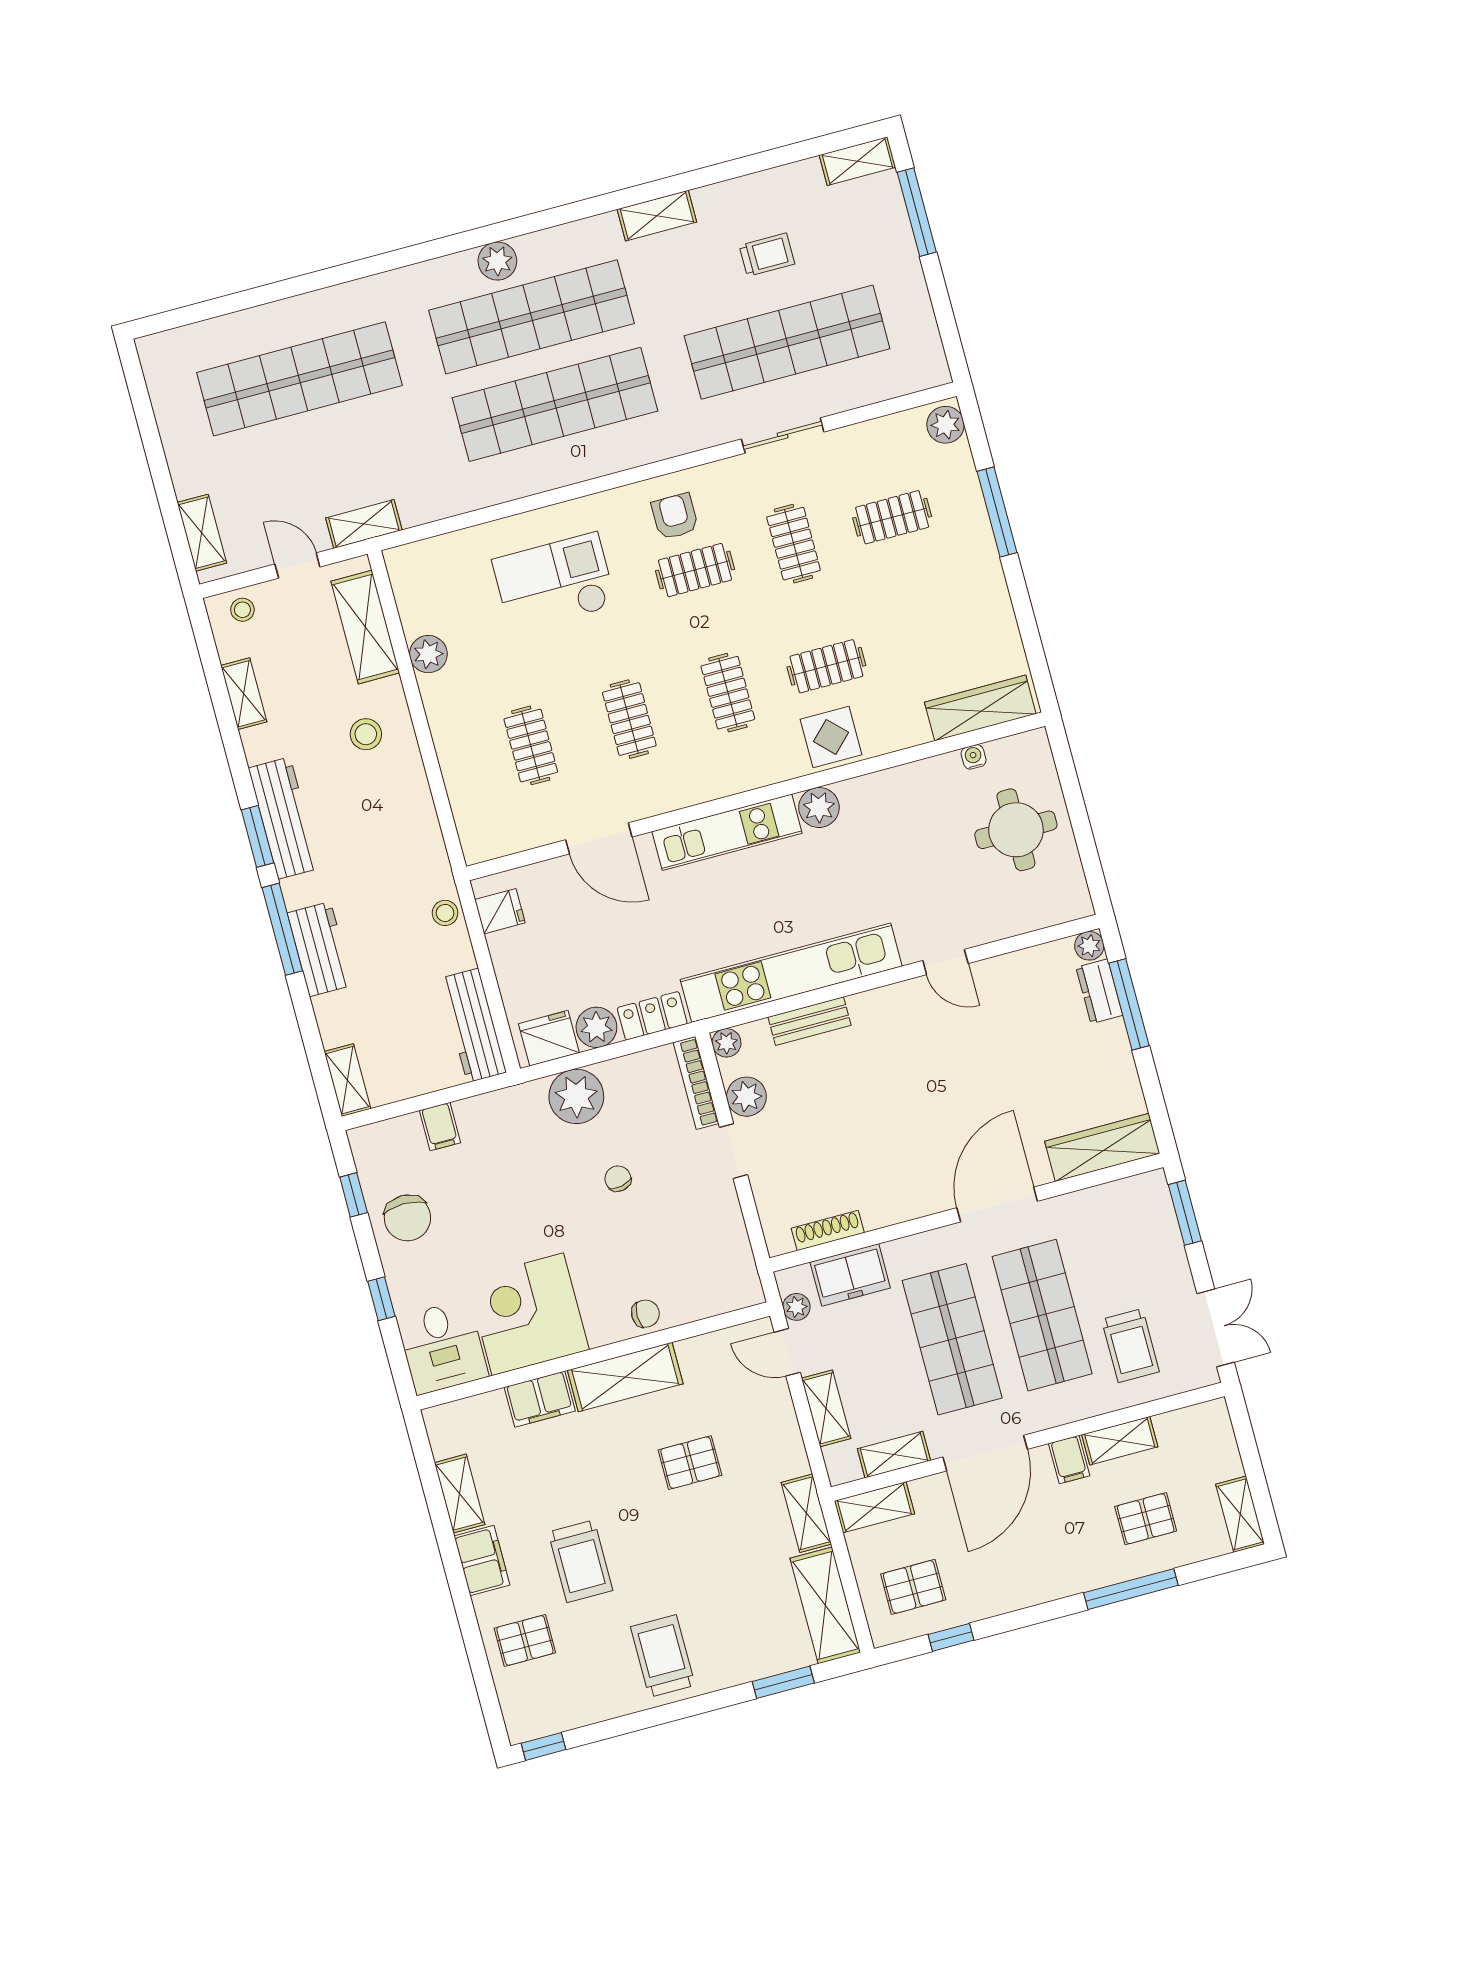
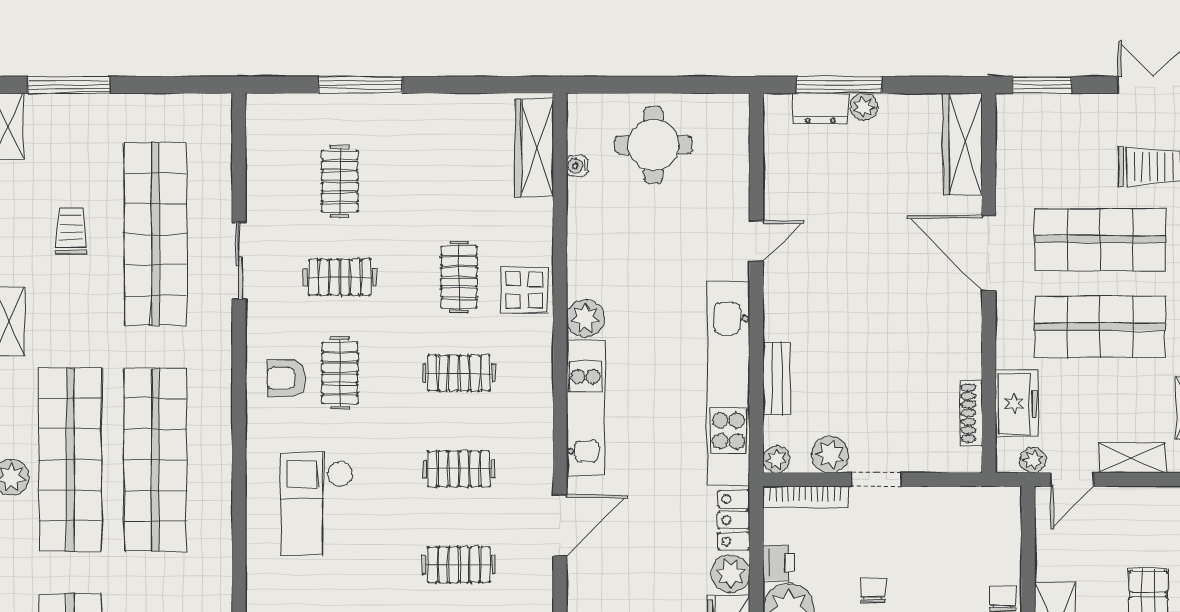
plant: (945, 425) -> (269, 110), removed
plant: (1089, 946) -> (864, 107), moved
printer: (621, 1074) -> (779, 563), added
chair: (618, 1179) -> (873, 591), turned 101

